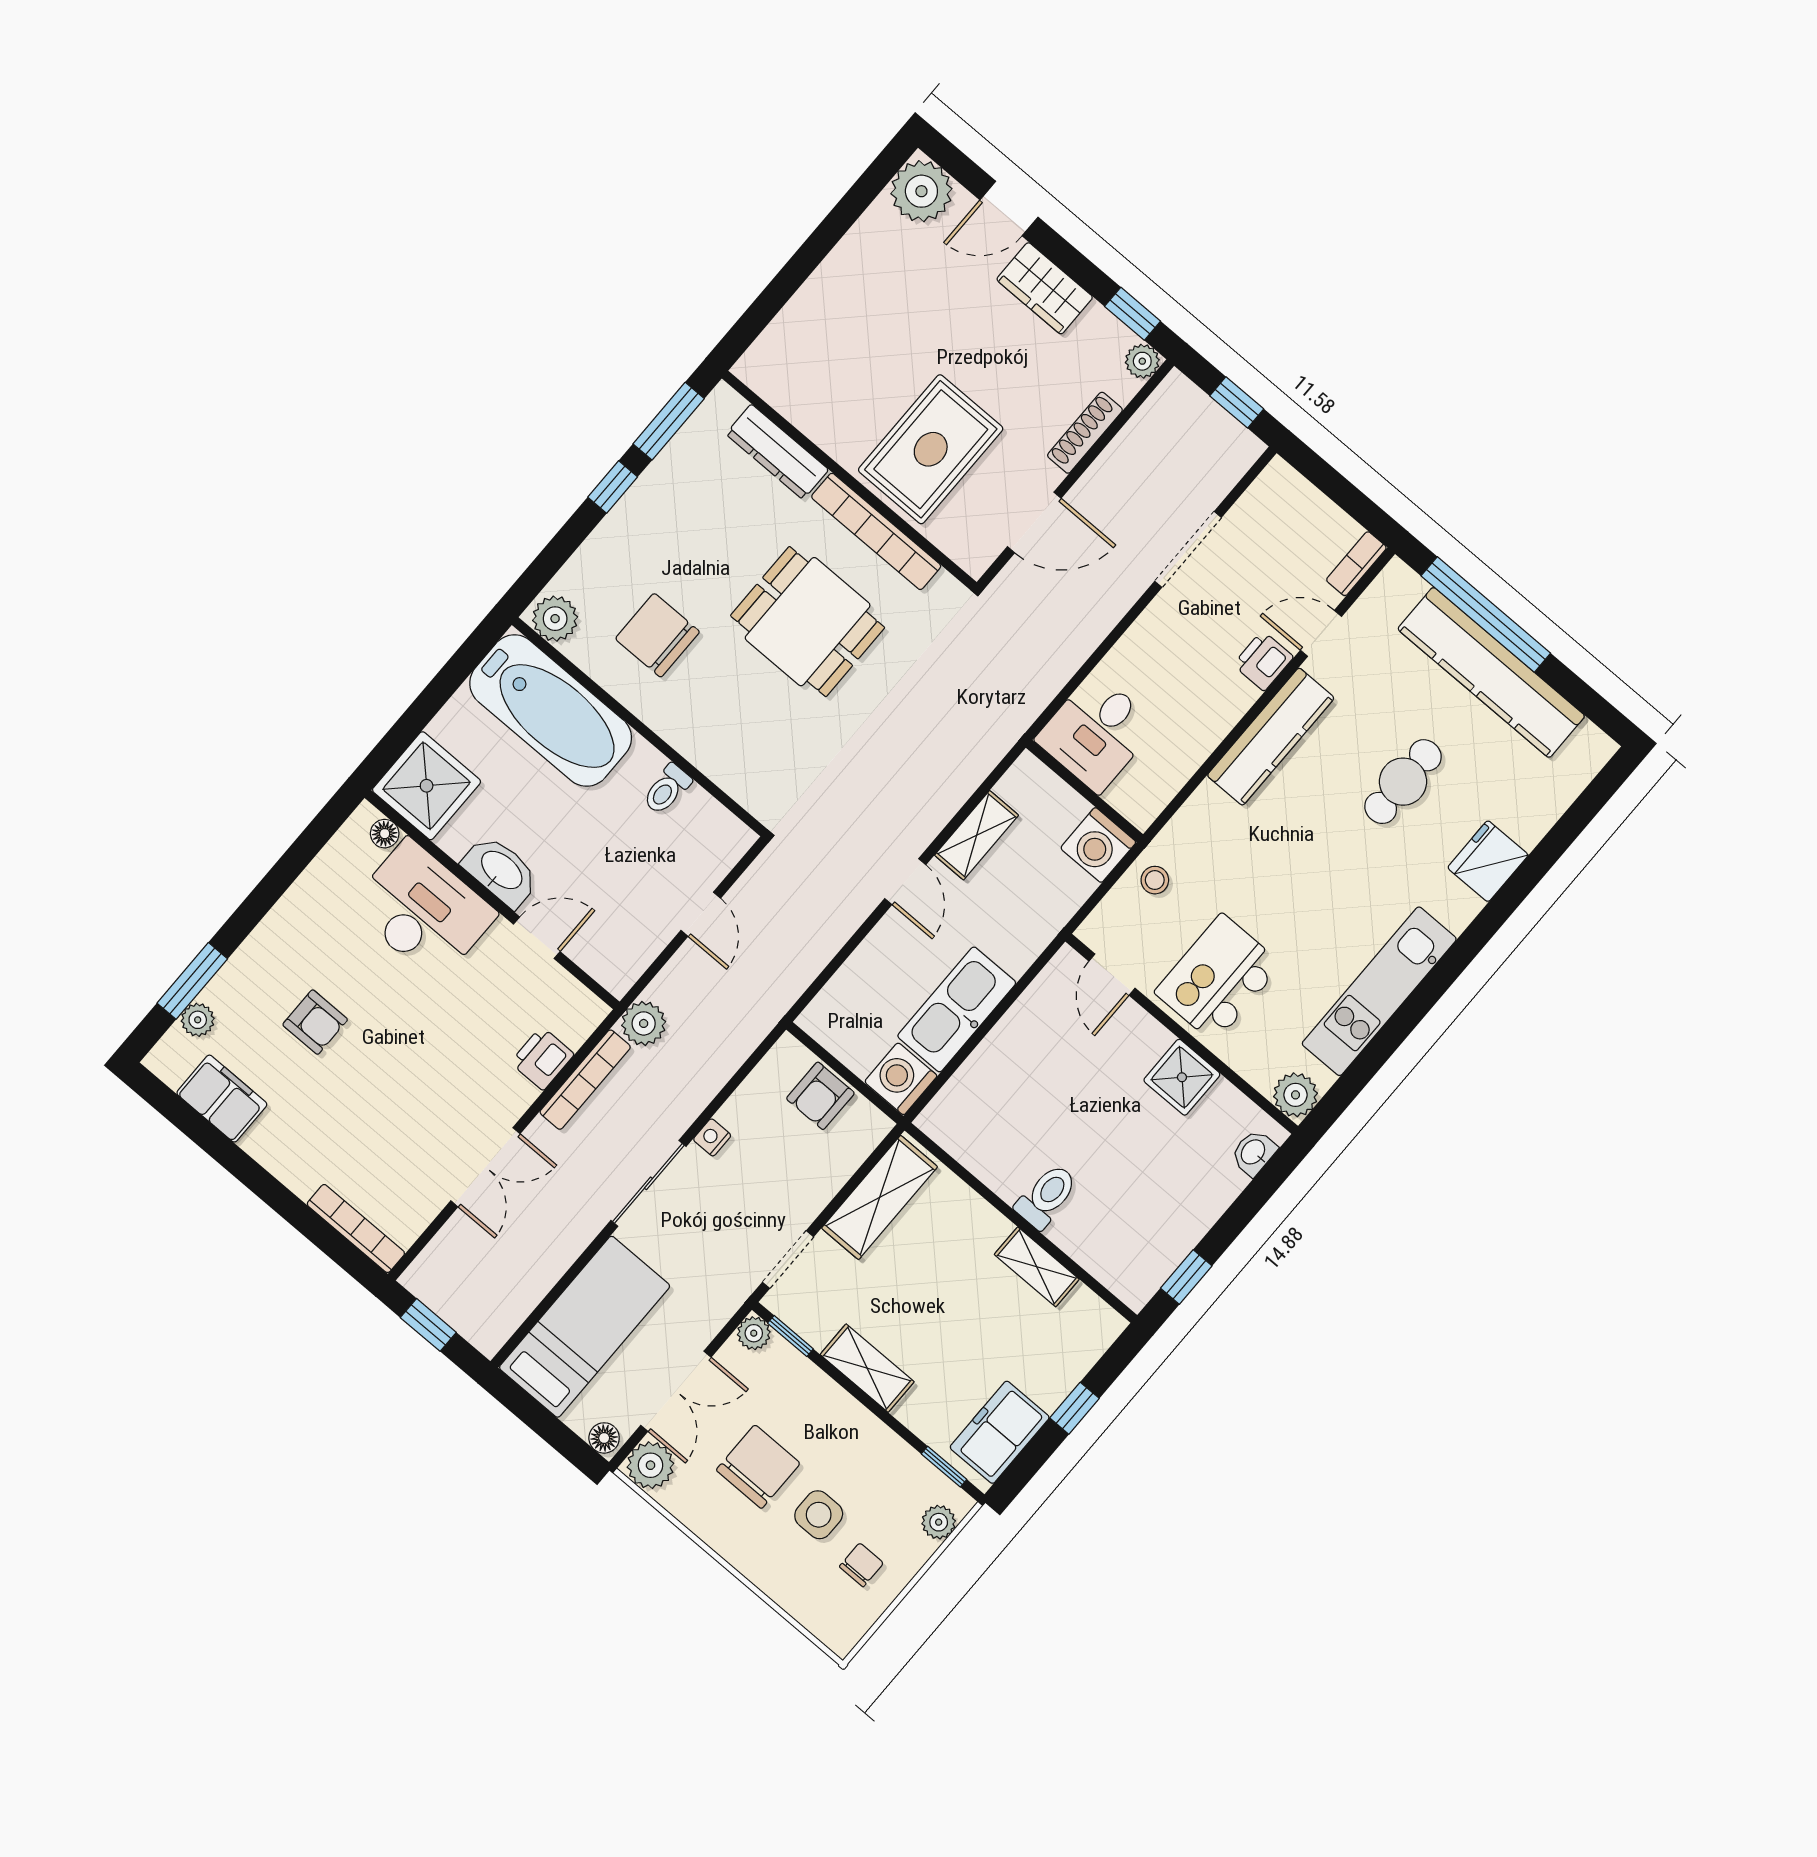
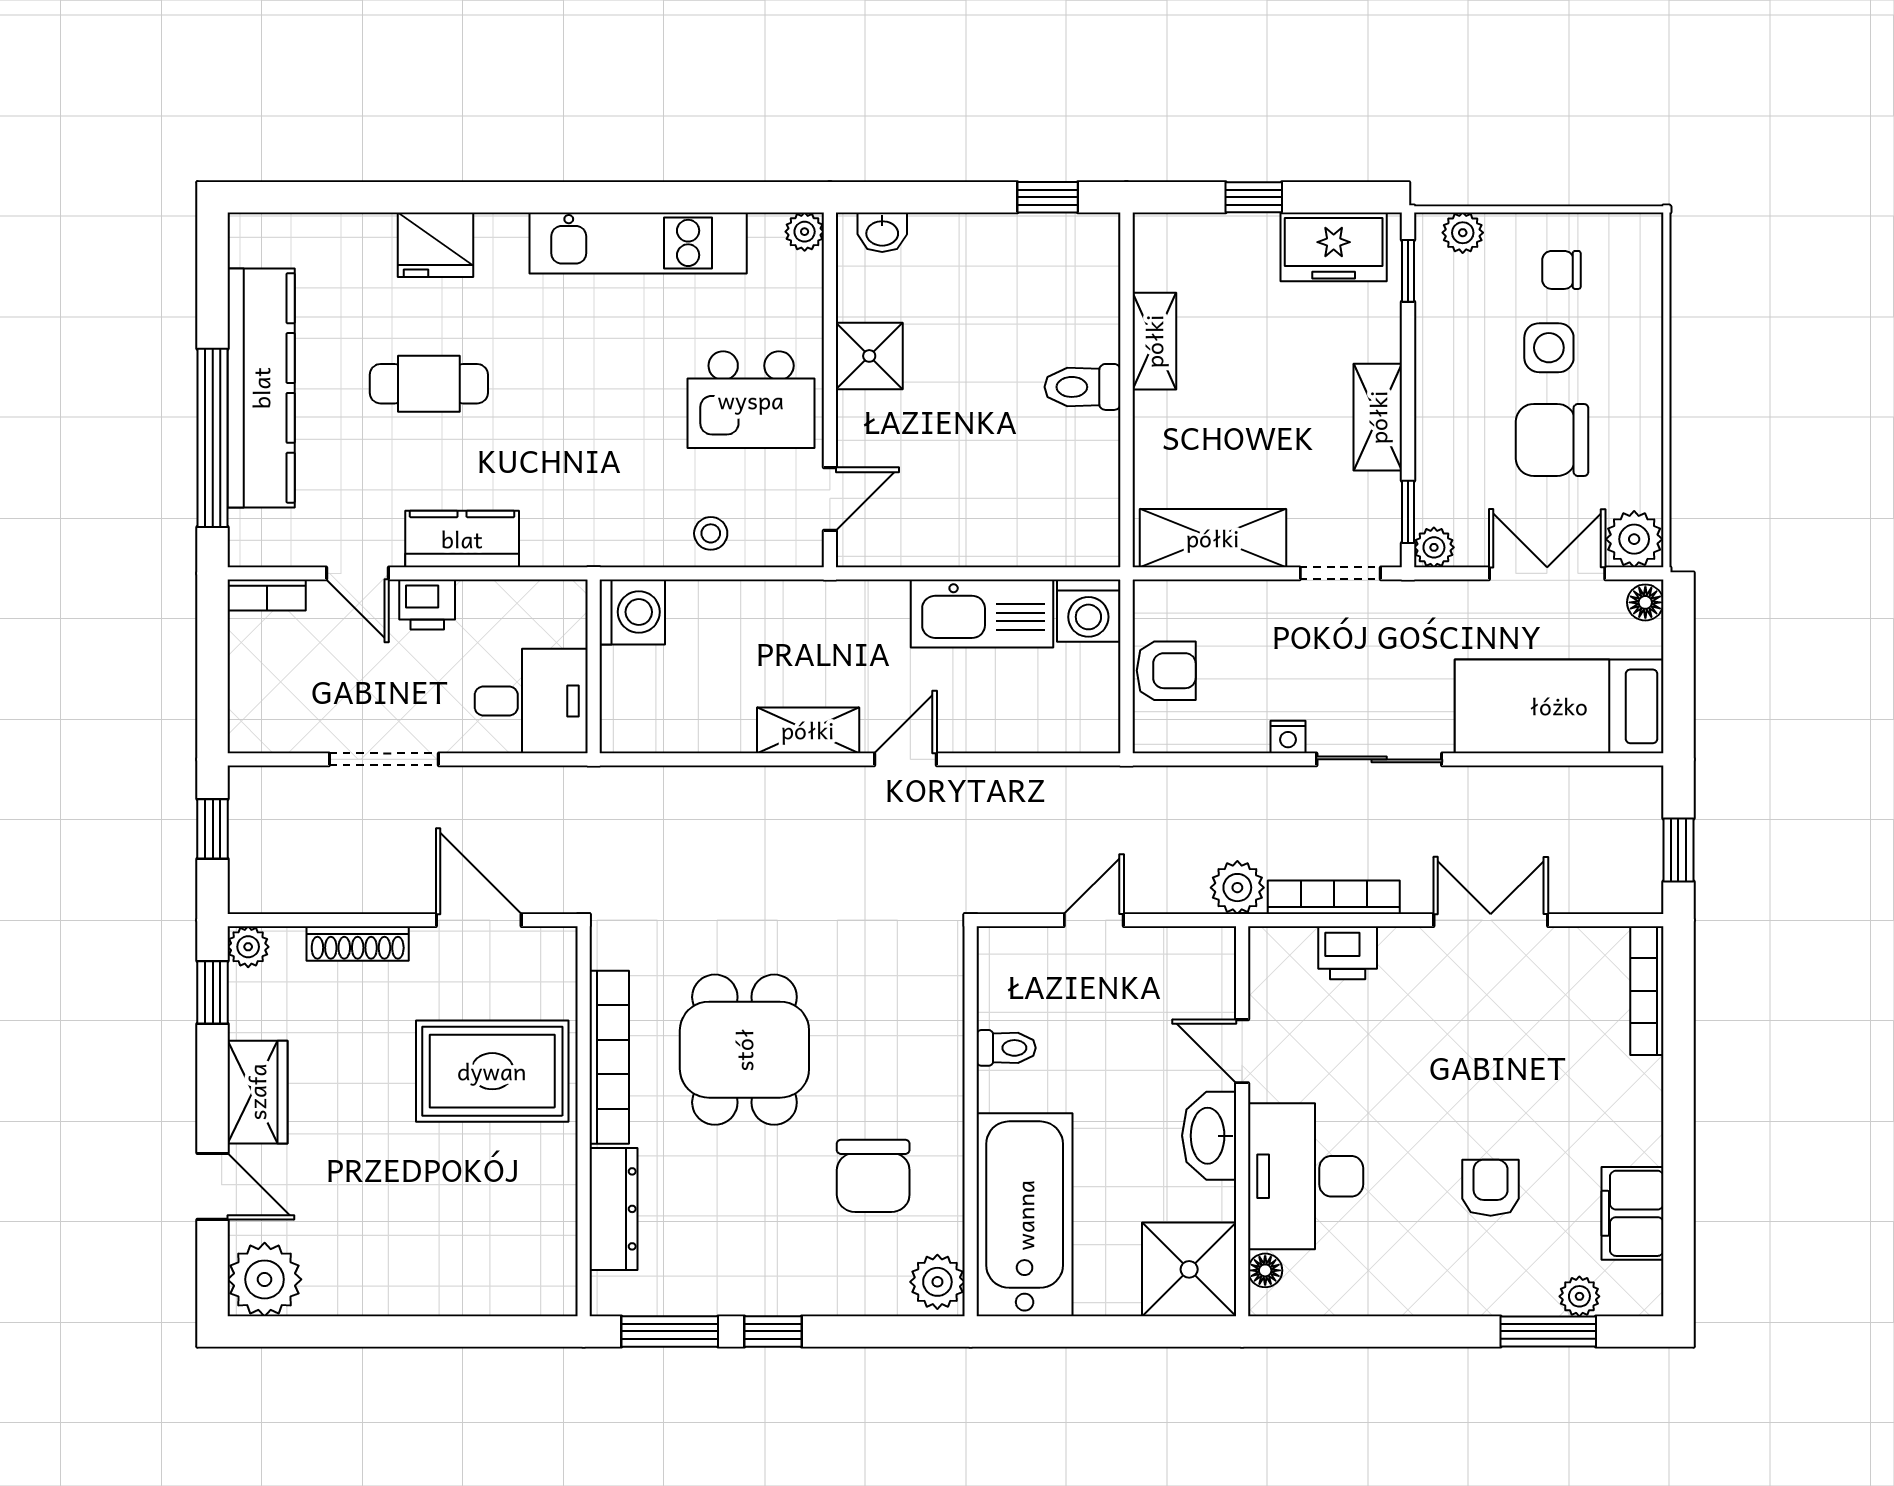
desk: (1096, 732) -> (531, 701), moved
kitchen counter: (1271, 737) -> (462, 539), width x0.67
wall: (1085, 791) -> (594, 666), moved
washing machine: (1098, 845) -> (632, 612), moved
plant: (1295, 1095) -> (805, 232), width x0.73, depth x0.73

